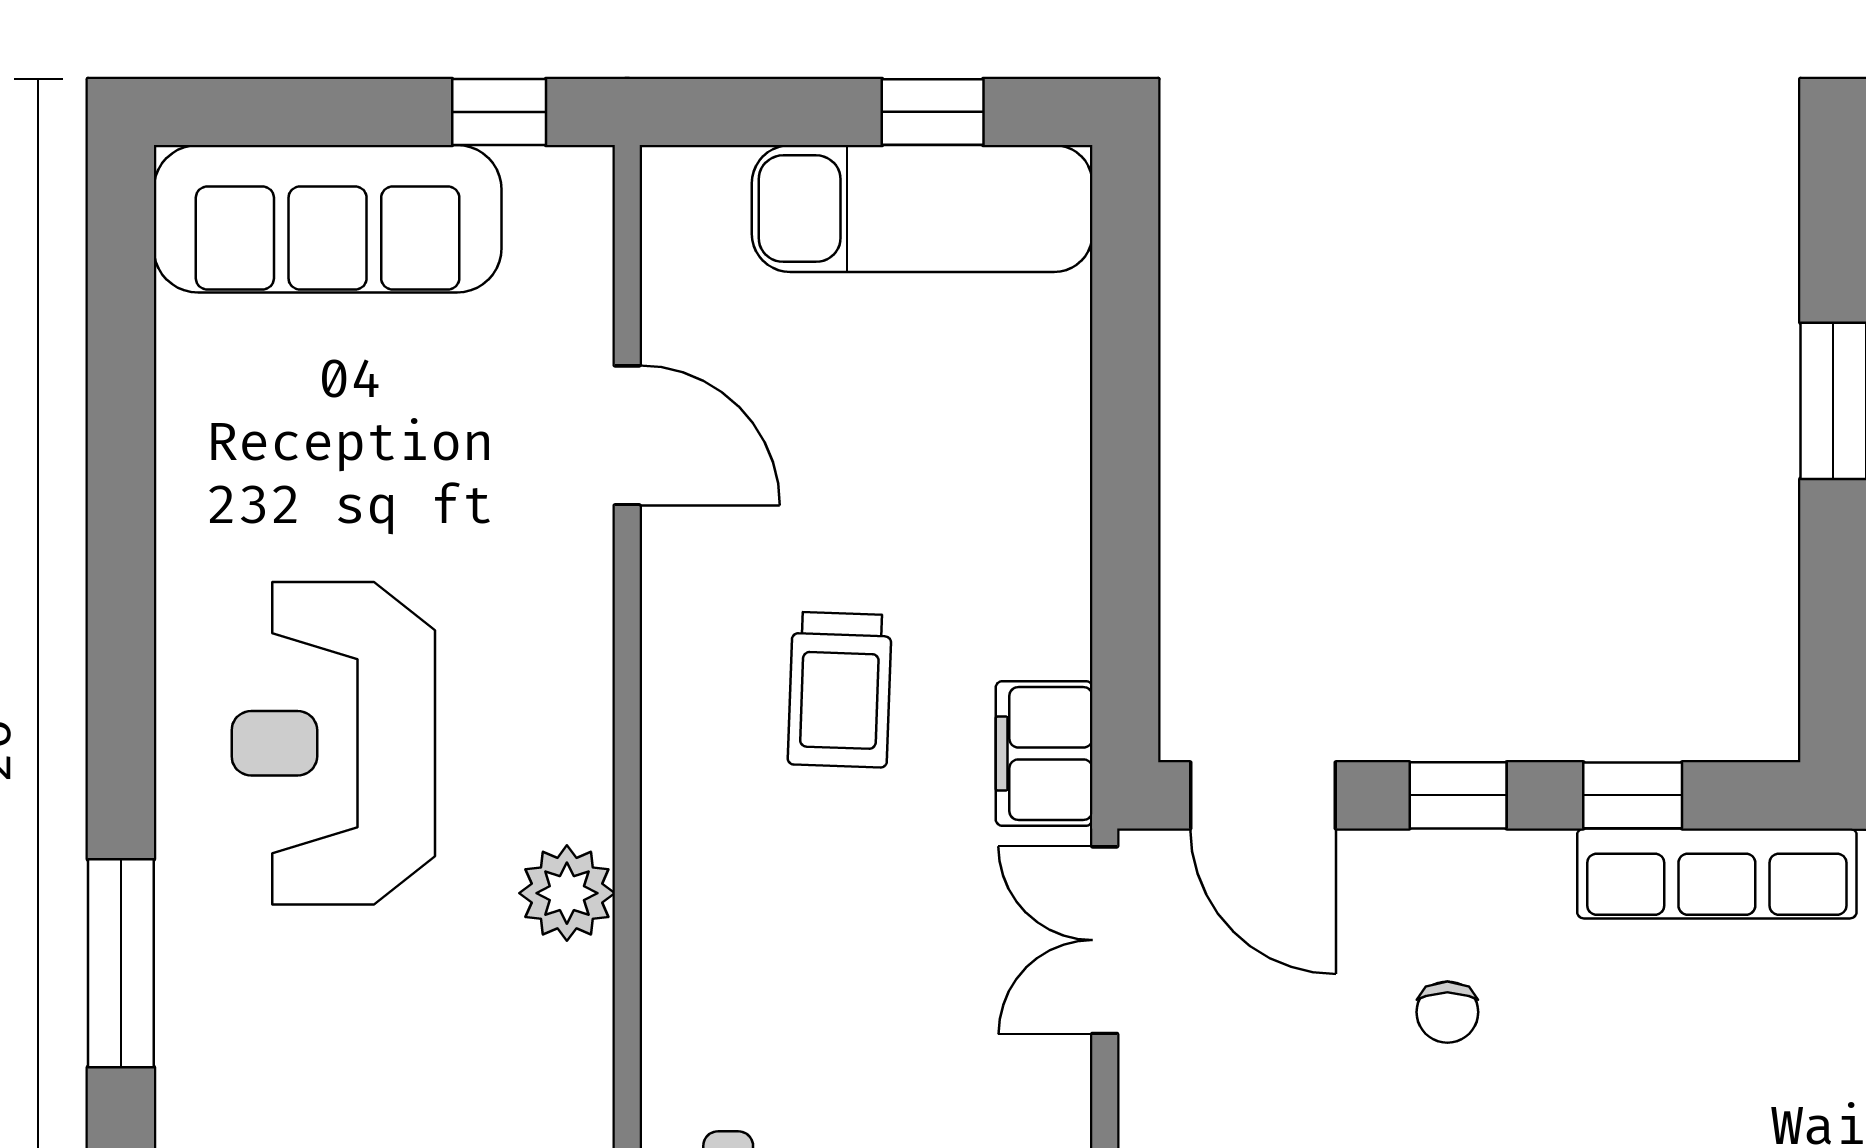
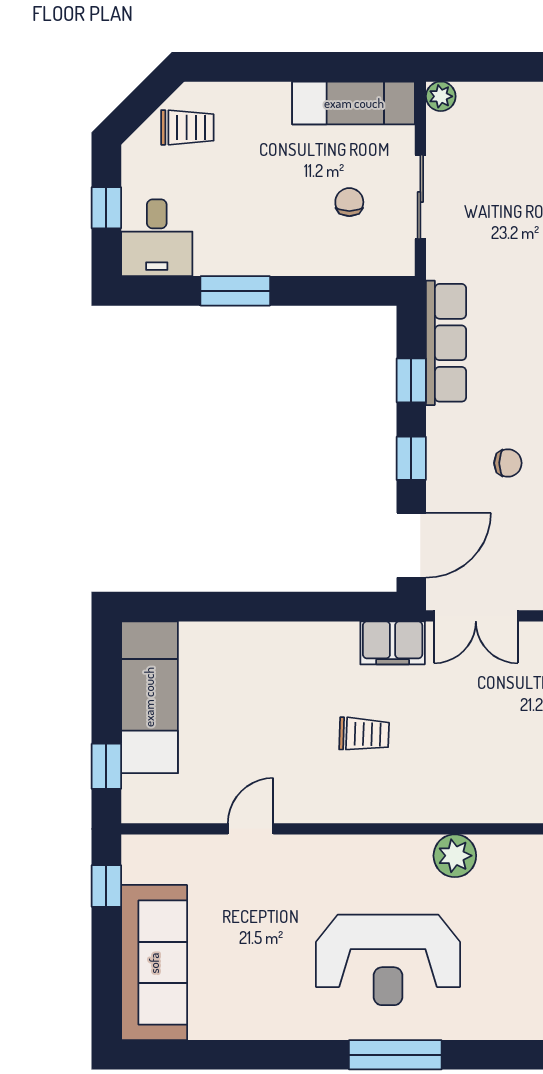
window: (933, 112) -> (106, 766), moved
door: (627, 435) -> (251, 829), width x0.73
trolley: (840, 690) -> (364, 734), width x0.73, depth x0.72
window: (121, 963) -> (395, 1055), moved

